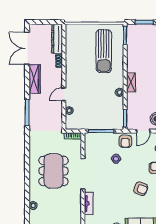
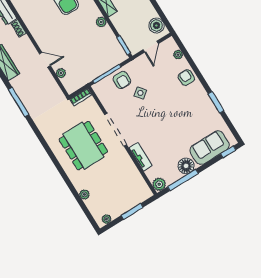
door: (64, 94) -> (45, 60), swing flipped
armchair: (125, 141) -> (122, 80), moved
armchair: (141, 189) -> (185, 108), removed

